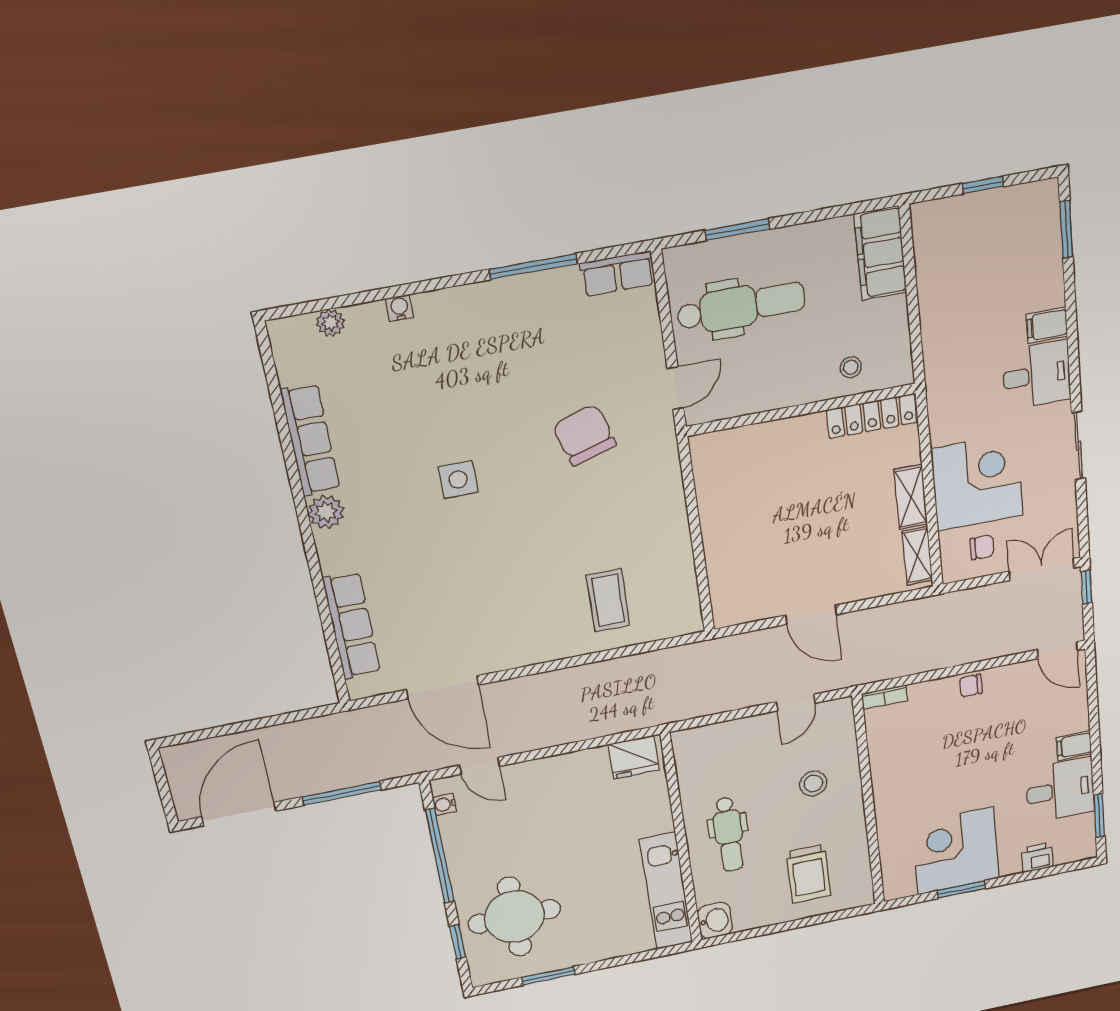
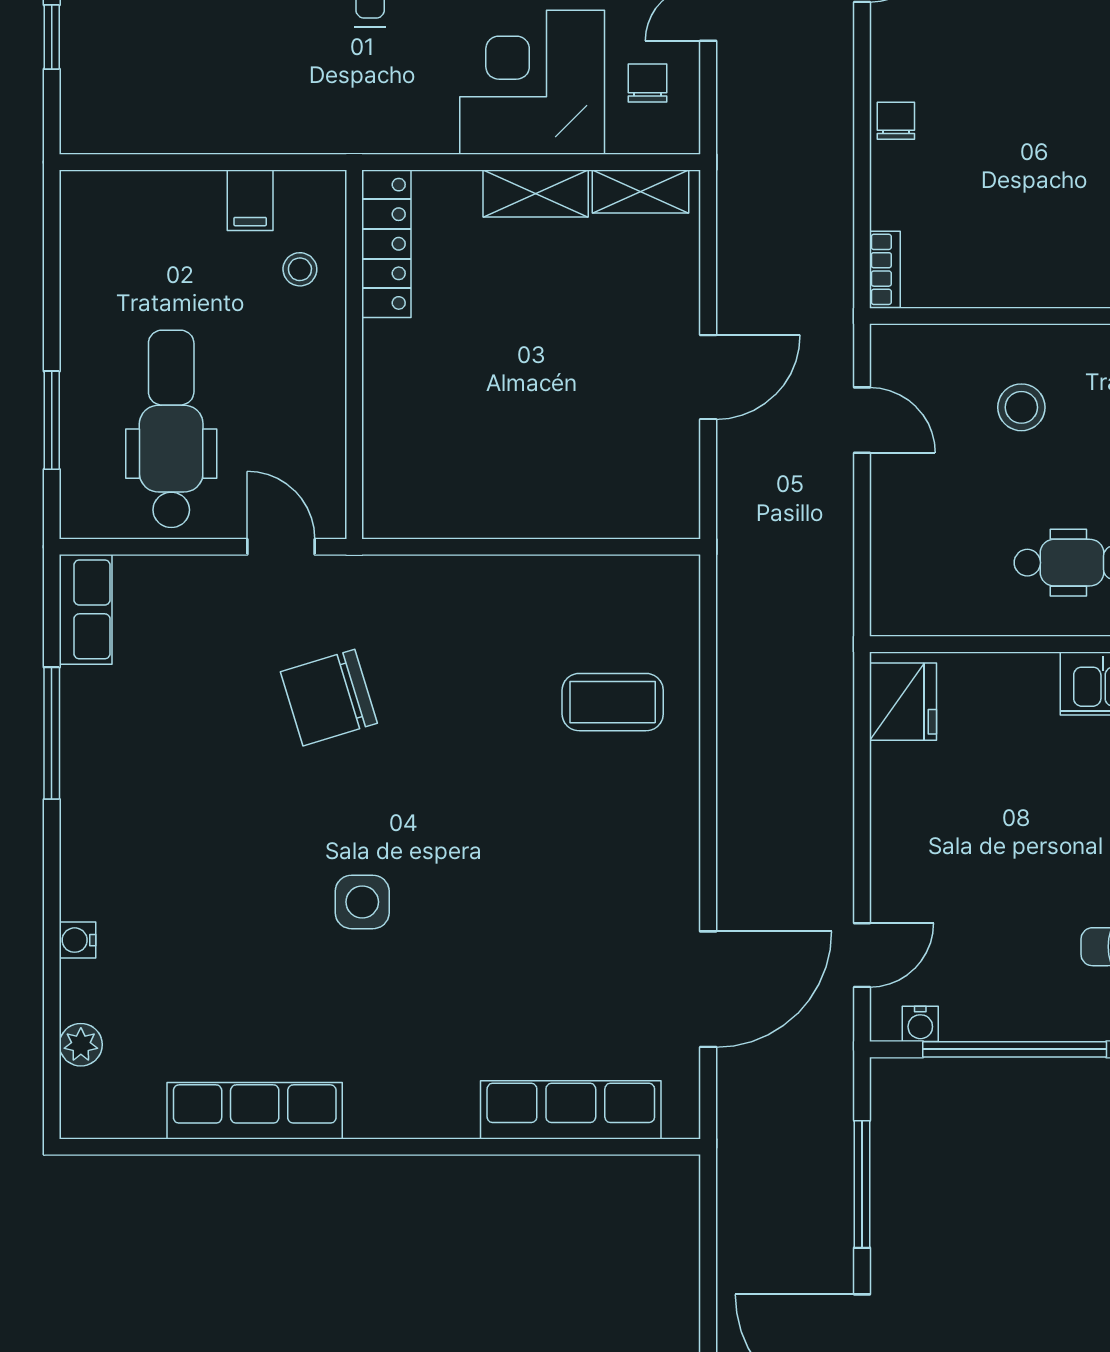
filing cabinet: (880, 253) -> (250, 200), moved, width x0.33, depth x0.86
plant: (326, 512) -> (374, 1111), removed
chair: (971, 686) -> (896, 121), turned 180

